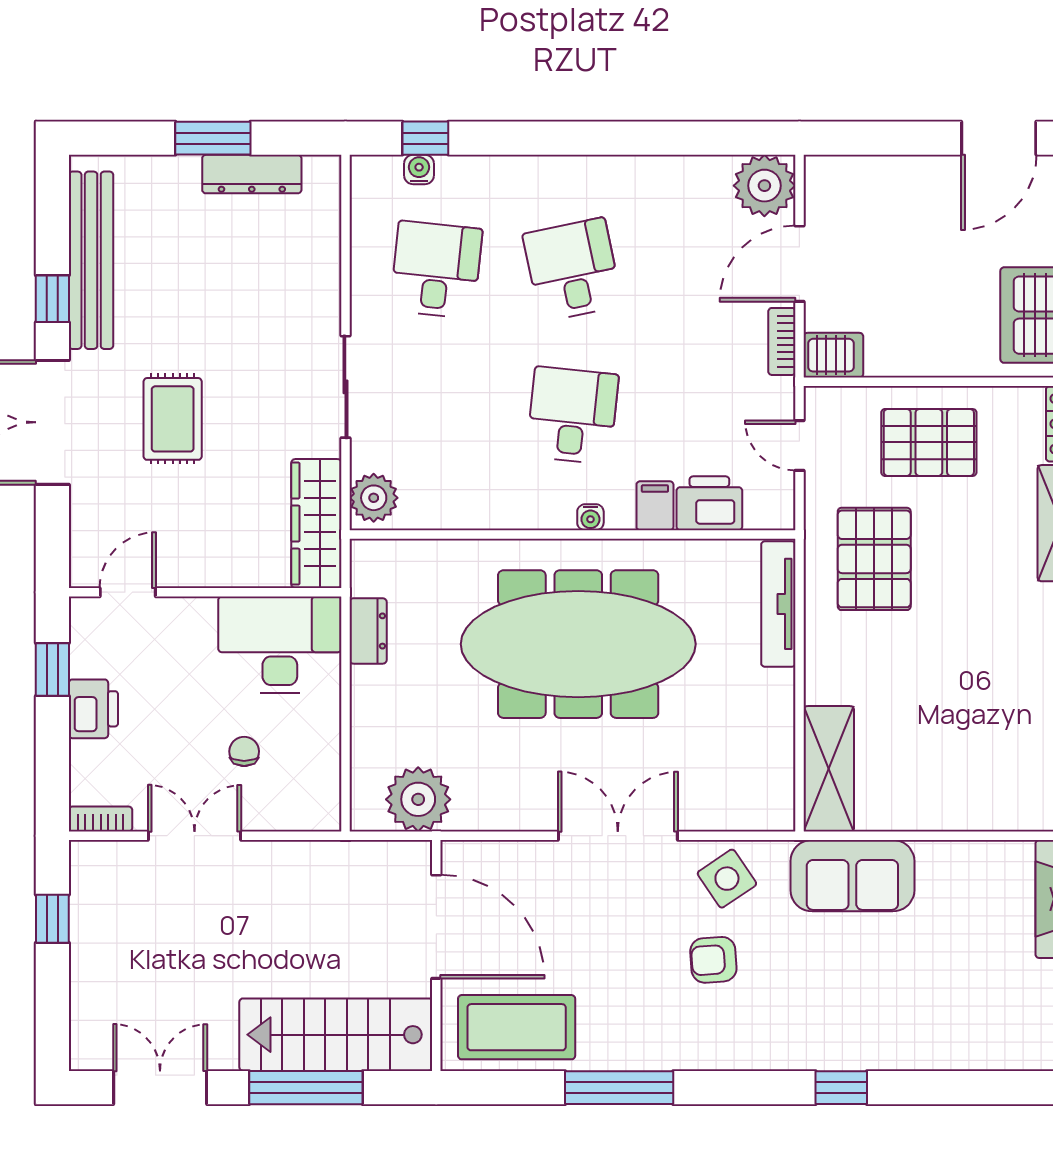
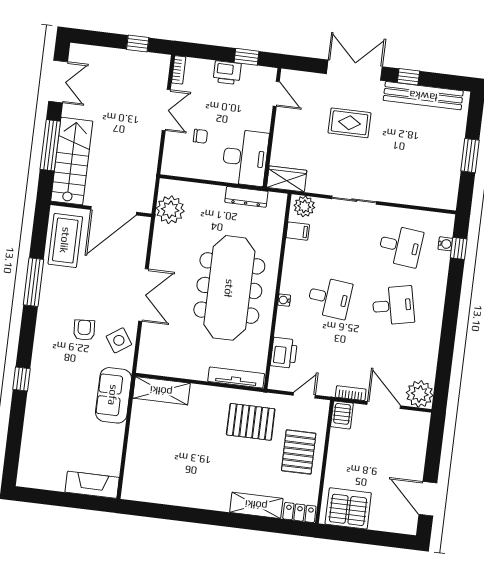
dresser: (252, 174) -> (452, 171), removed
filing cabinet: (655, 506) -> (298, 231), moved
wardrobe: (316, 524) -> (287, 179), width x0.67
dresser: (368, 631) -> (246, 197), width x1.44

